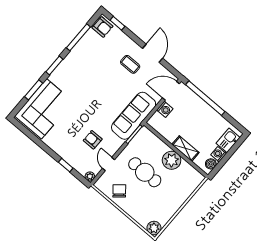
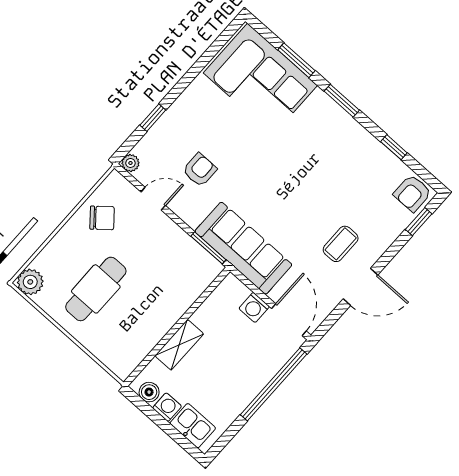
window: (78, 37) -> (394, 147), width x0.46
plant: (172, 160) -> (158, 318), removed
cafe table: (145, 172) -> (96, 289), moved

